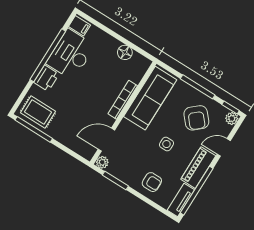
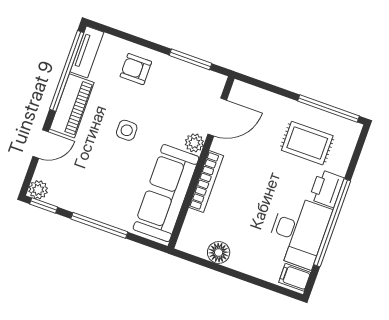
rug: (38, 112) -> (307, 143), moved
armchair: (196, 118) -> (91, 179), removed
plant: (102, 162) -> (194, 143), moved

